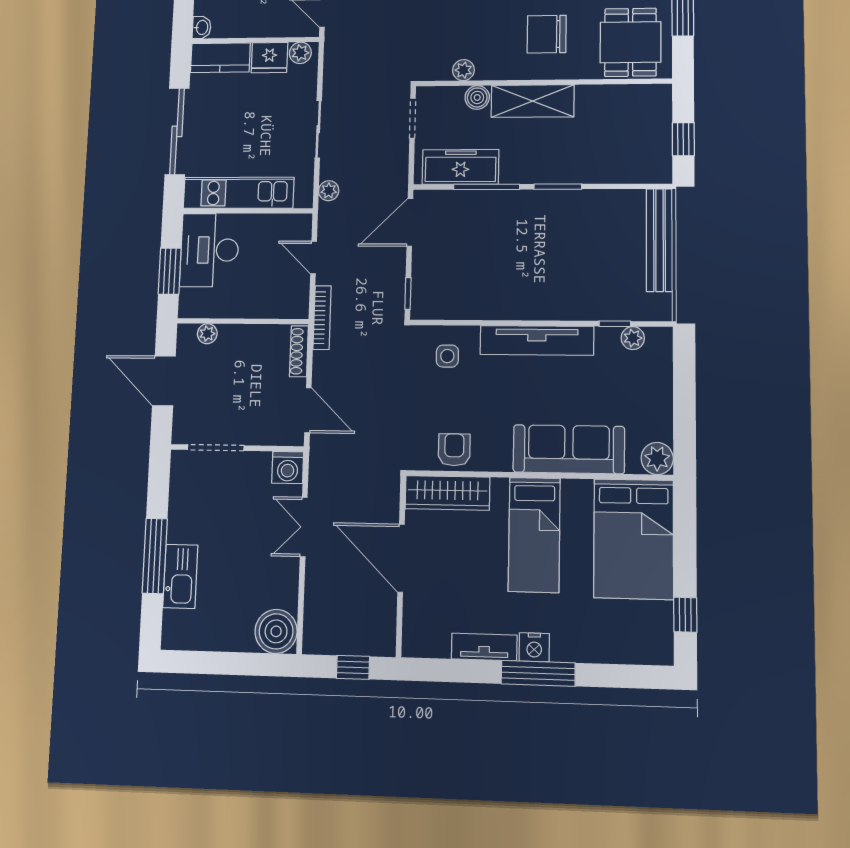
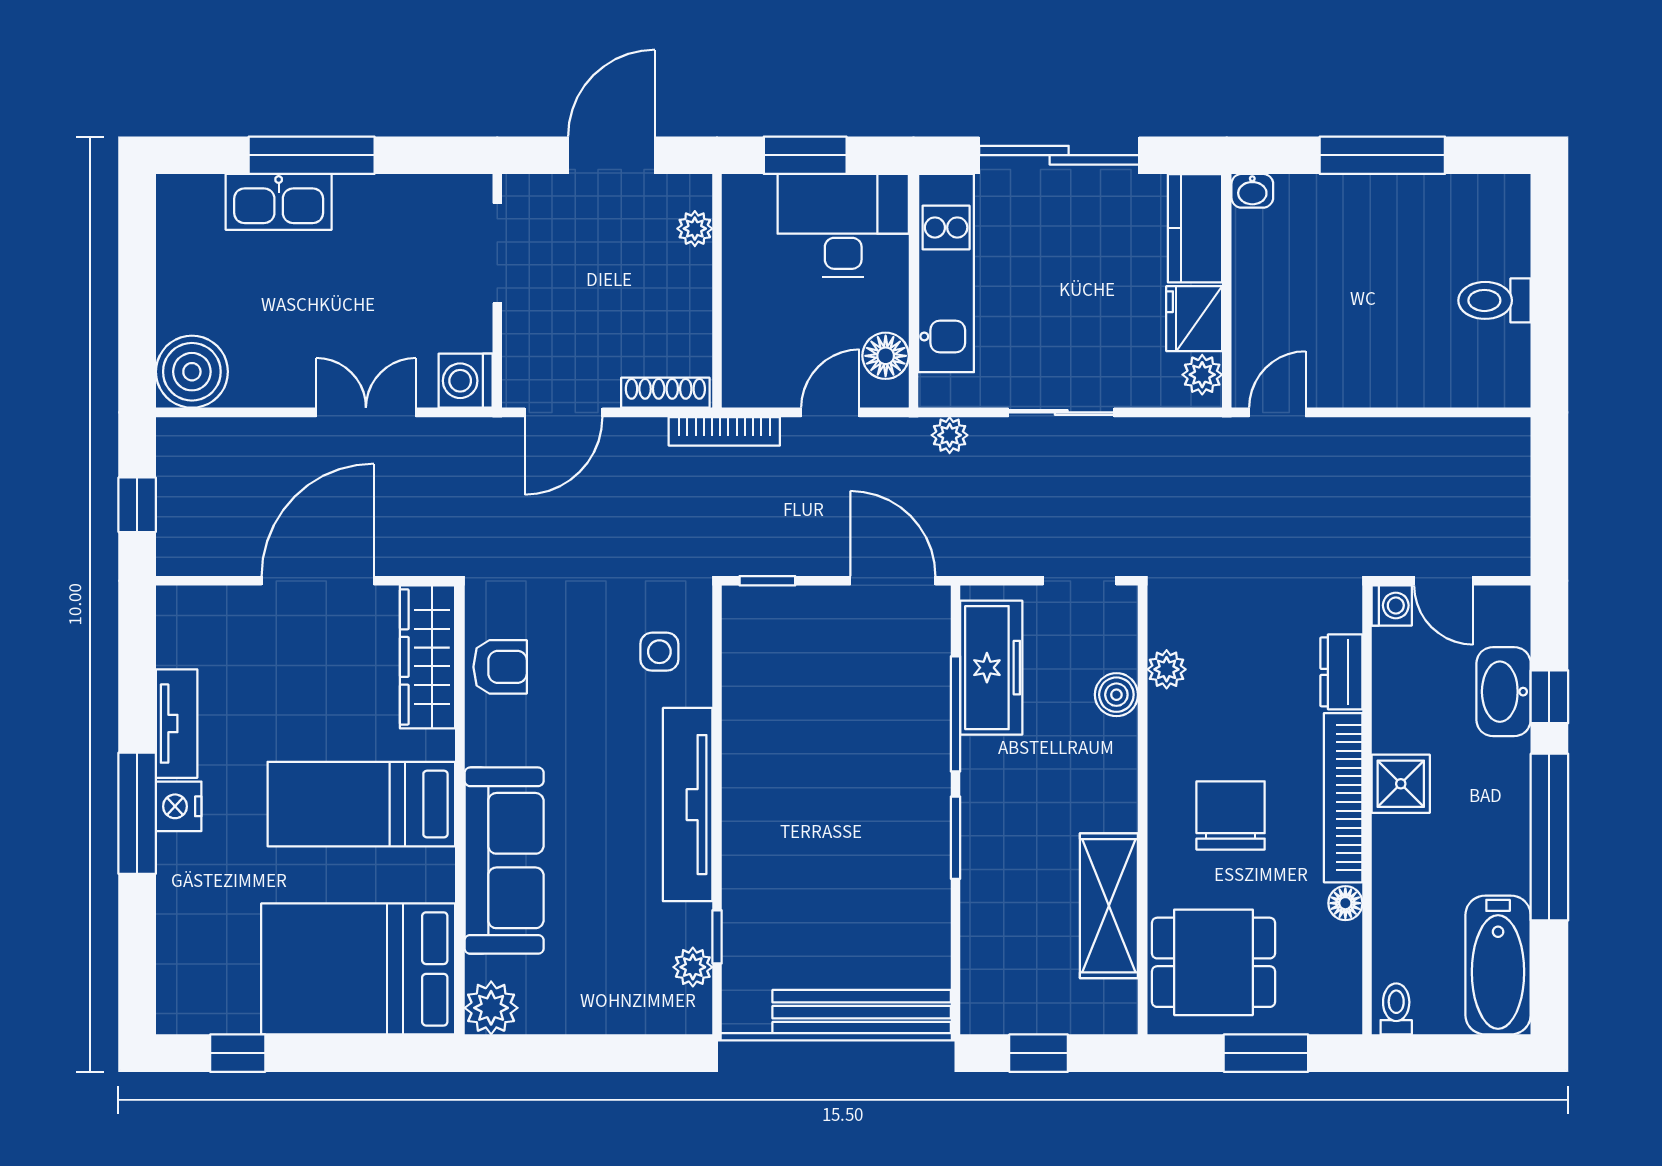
shelving: (533, 101) -> (1109, 906), moved
floor lamp: (283, 226) -> (886, 356), added

